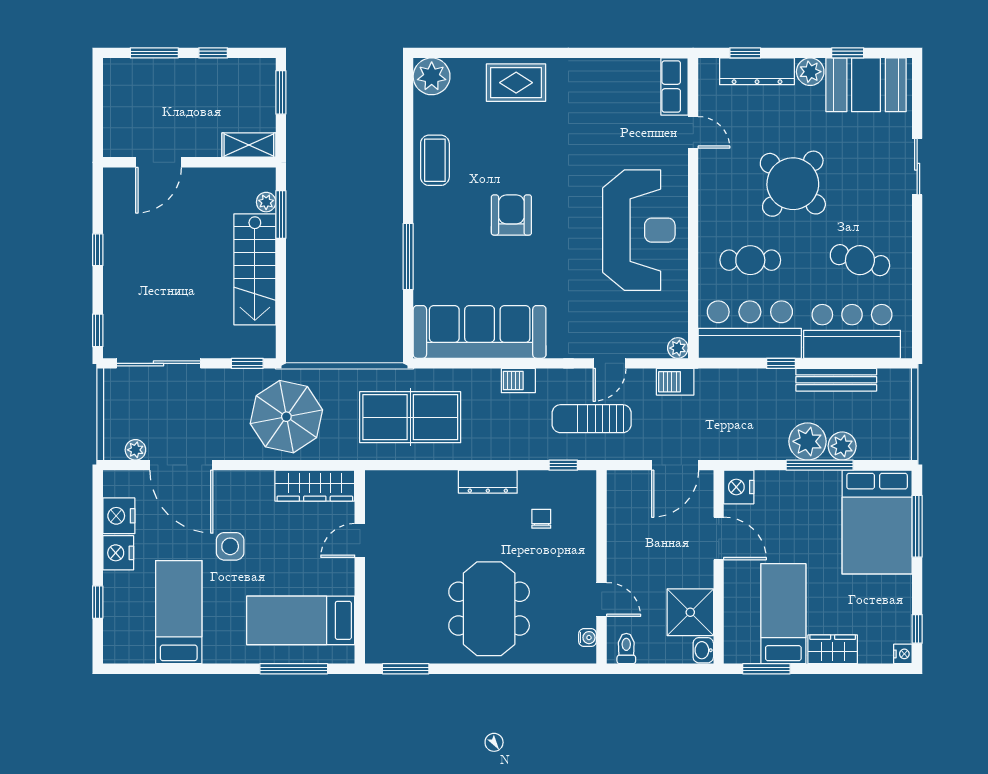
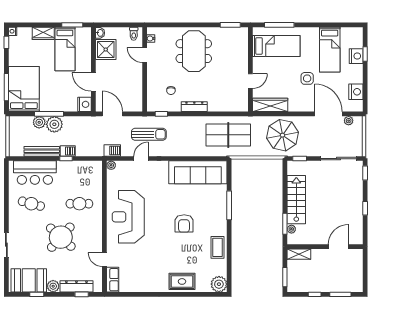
bar counter: (750, 330) -> (80, 173), removed
barbecue: (518, 381) -> (68, 151), moved
door: (675, 465) -> (112, 114), hinge flipped
nightstand: (118, 553) -> (356, 56), moved

